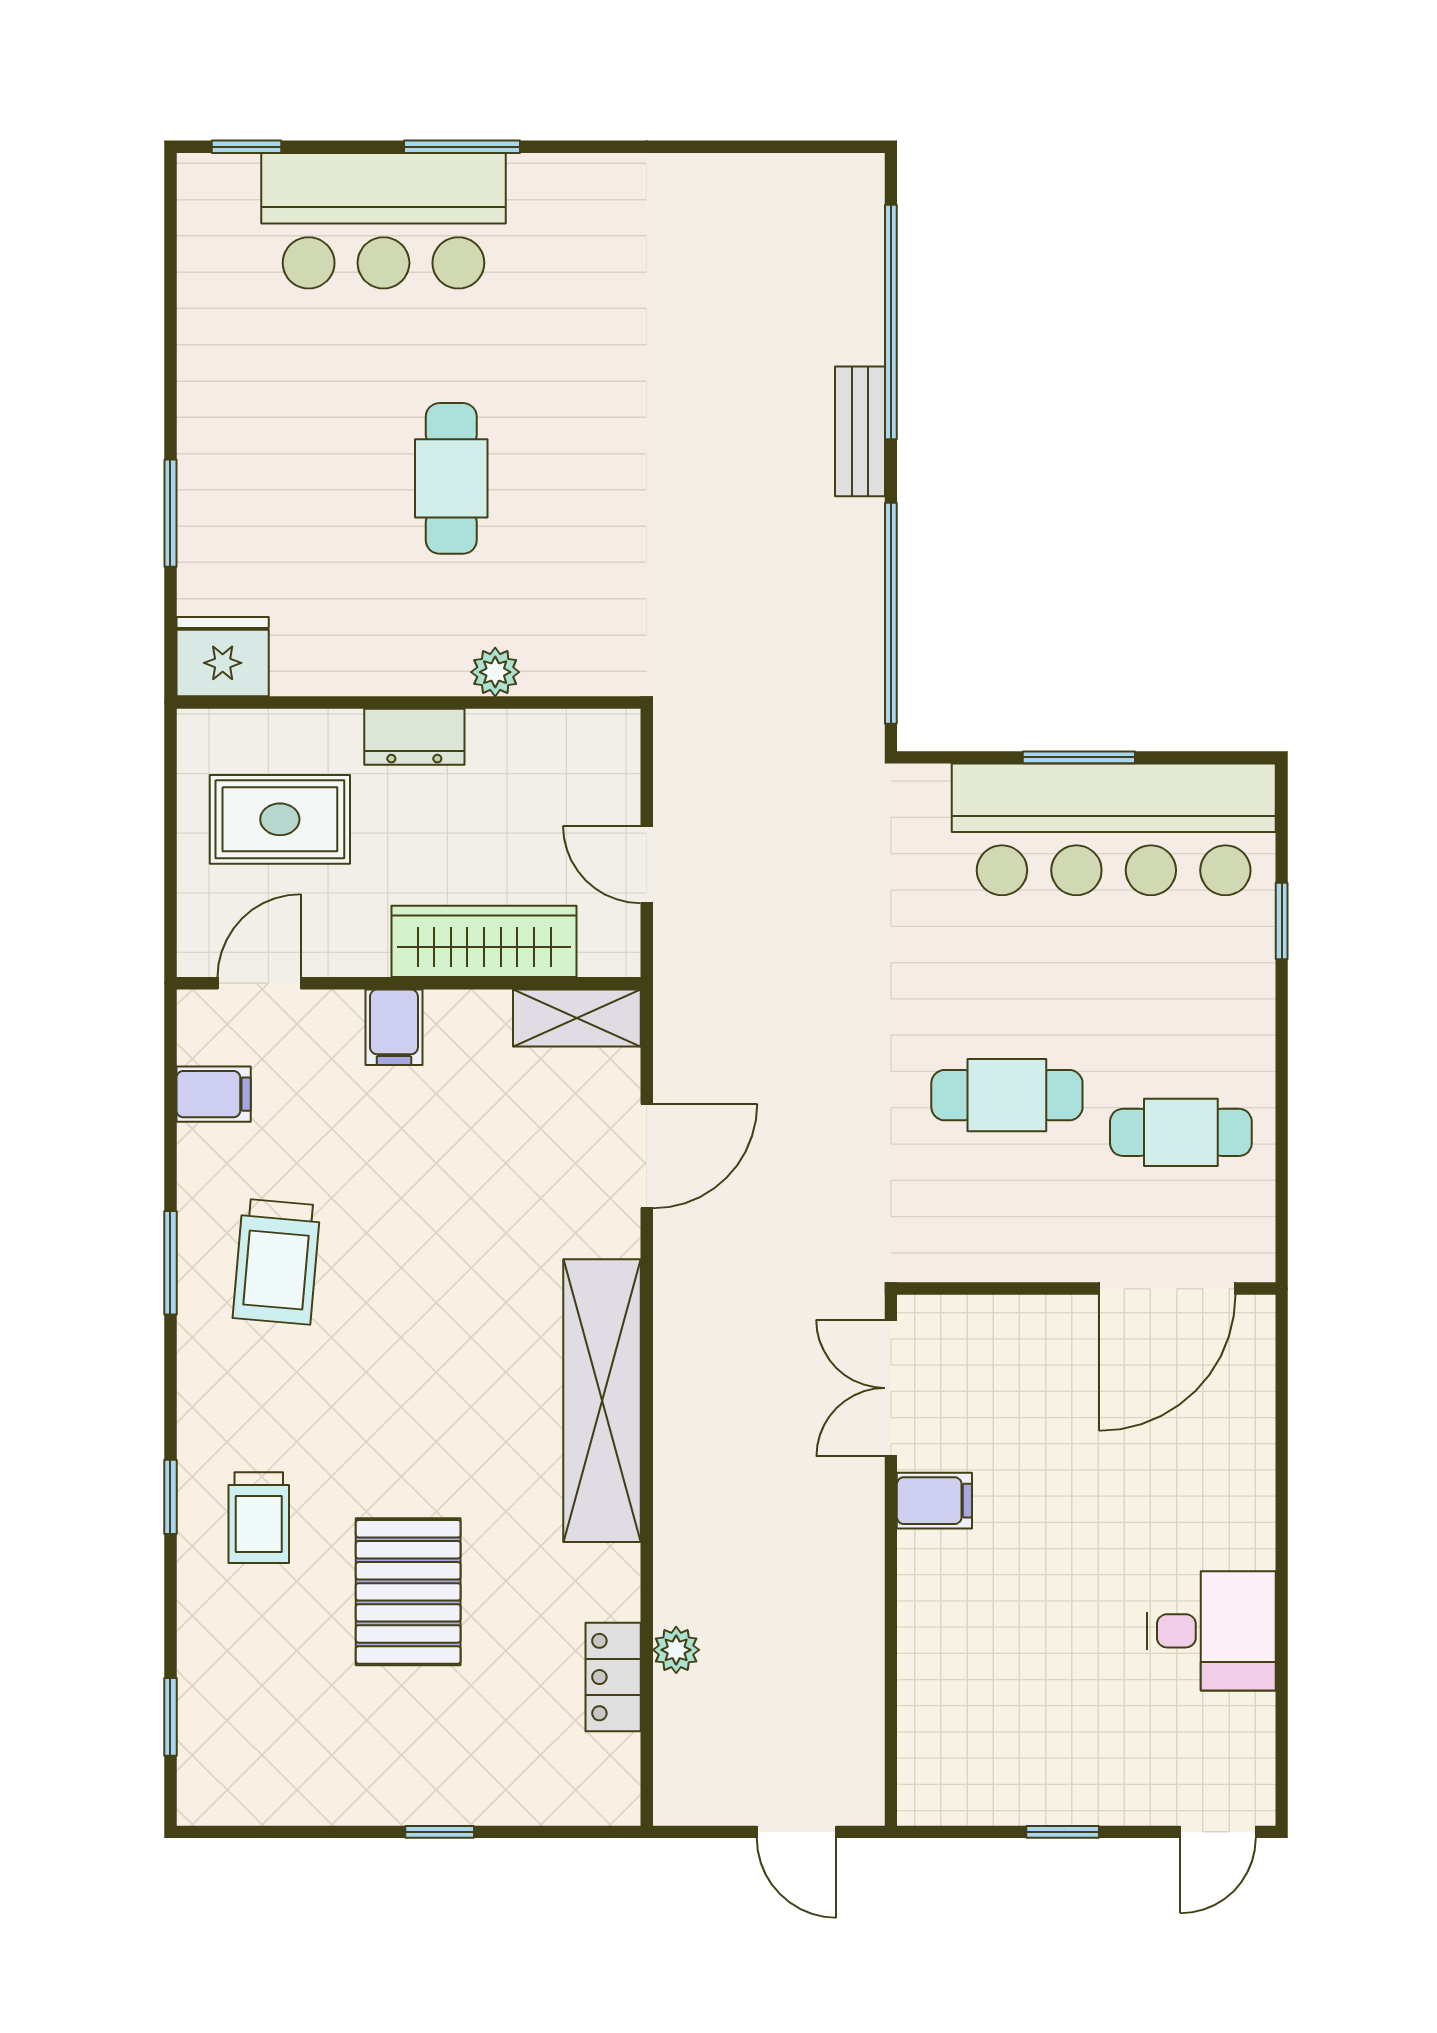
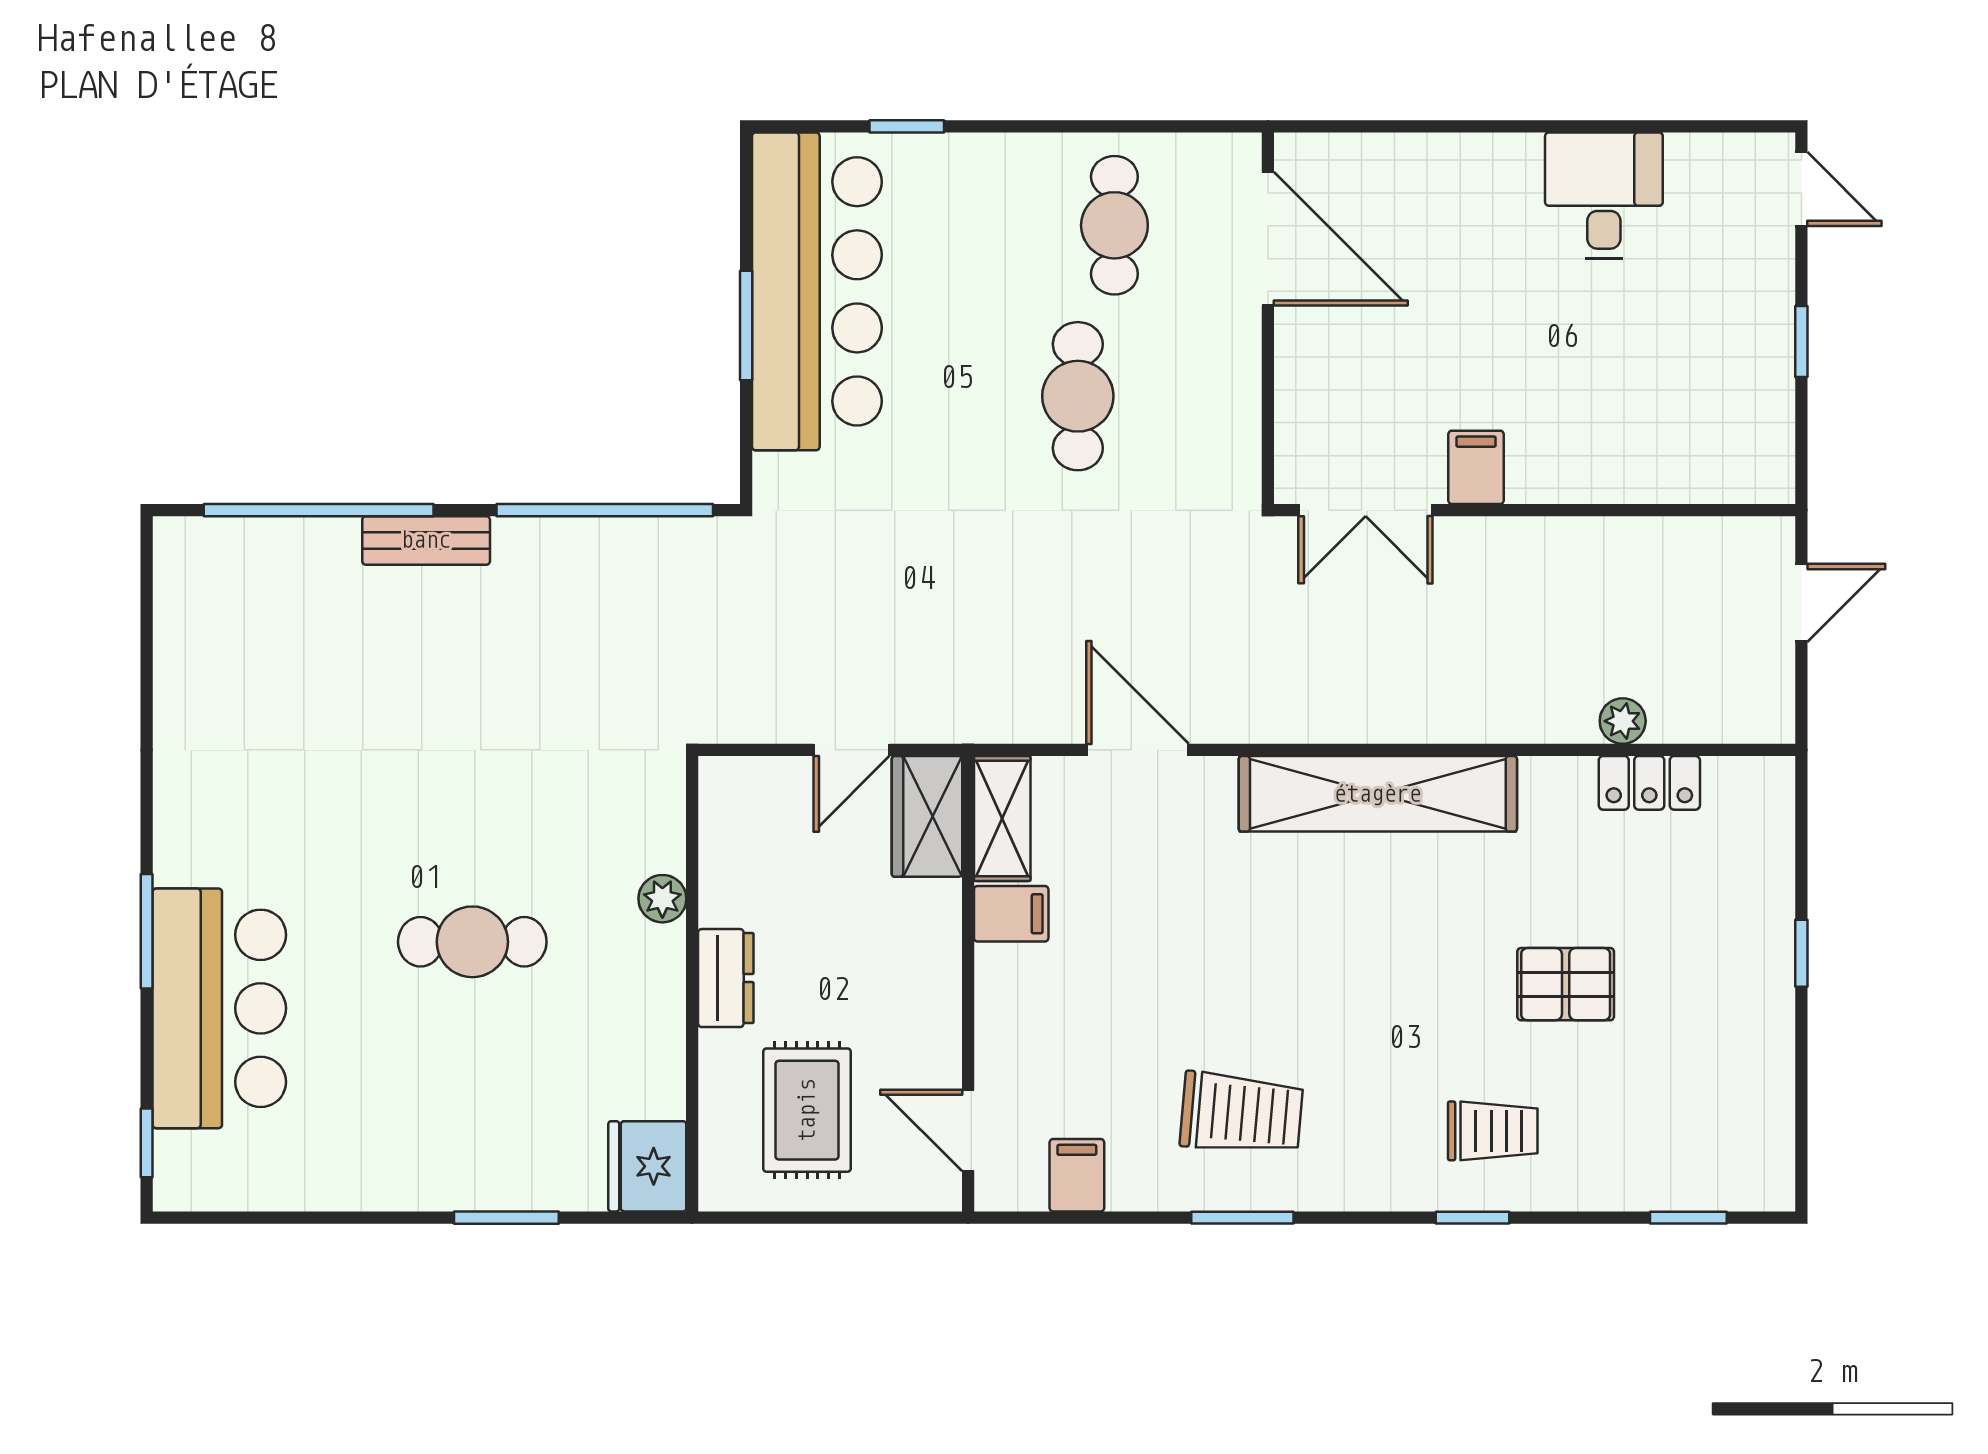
wardrobe: (484, 941) -> (927, 816), moved, width x0.67
filing cabinet: (394, 1027) -> (1011, 914), moved
pallet: (408, 1592) -> (1566, 984), width x0.67, depth x0.71

